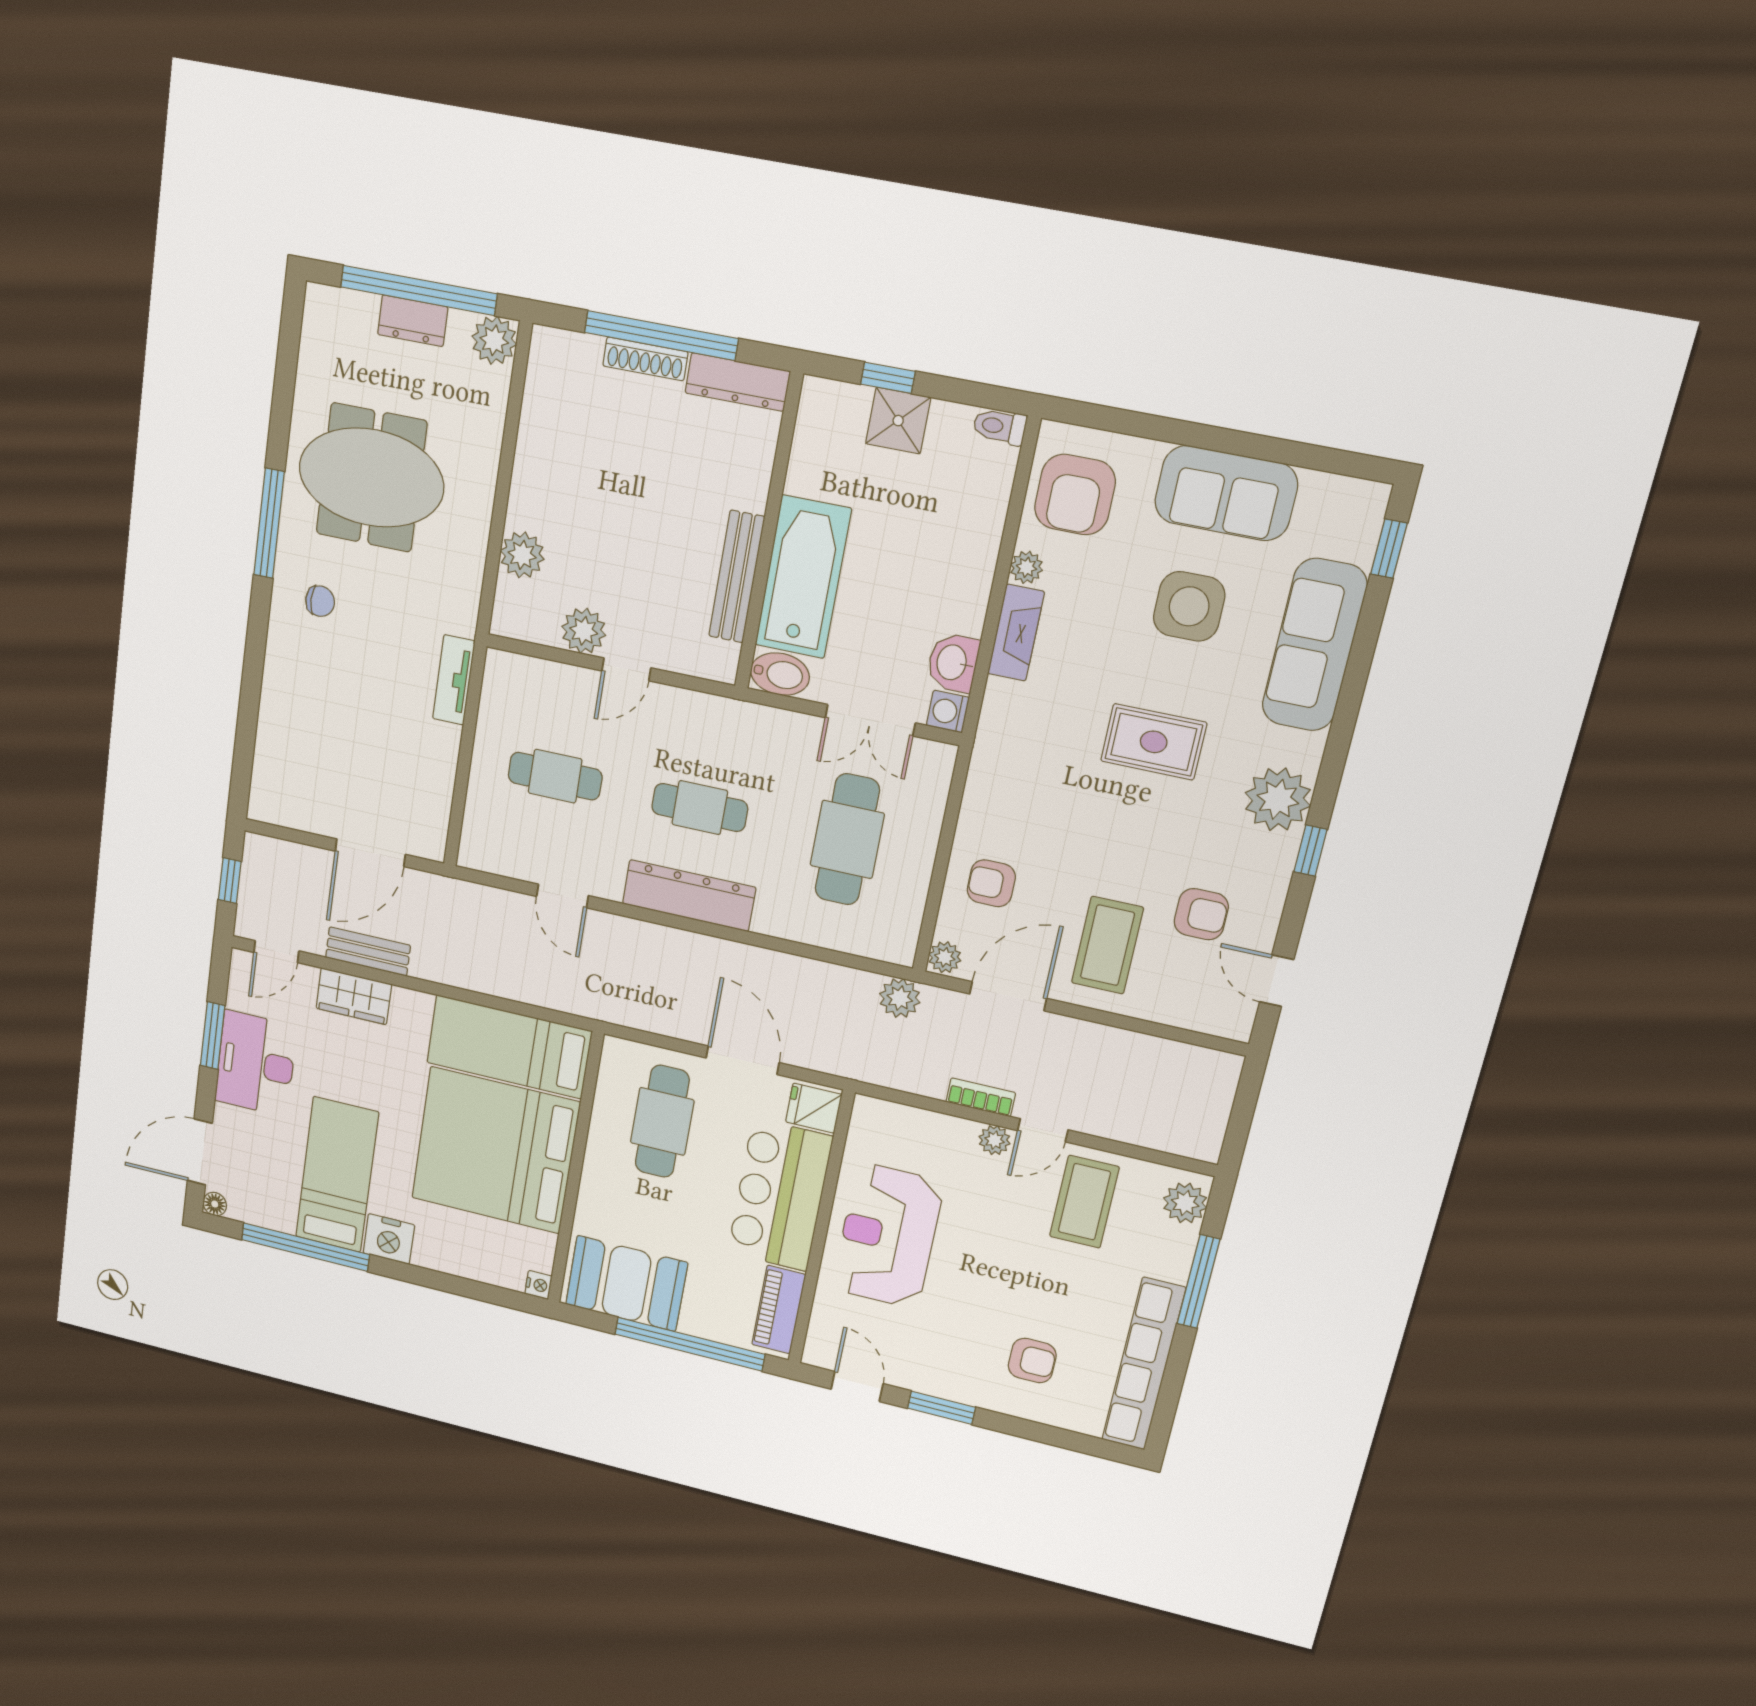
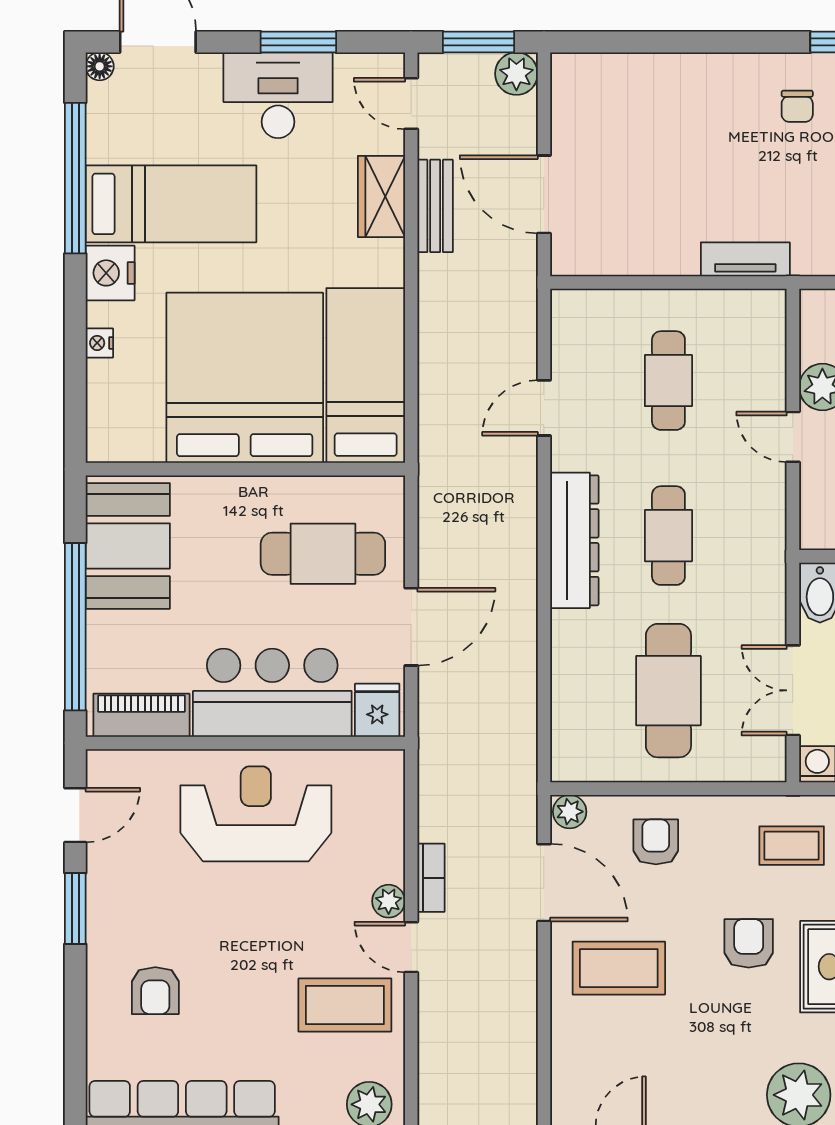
coffee table: (1023, 754) -> (792, 846), added
cafe table: (847, 840) -> (668, 691), turned 90
window: (230, 881) -> (479, 42), width x1.50
armchair: (1201, 914) -> (749, 943), moved, turned 180
plant: (900, 998) -> (516, 74), moved
nightstand: (538, 1285) -> (99, 343), moved, turned 90

